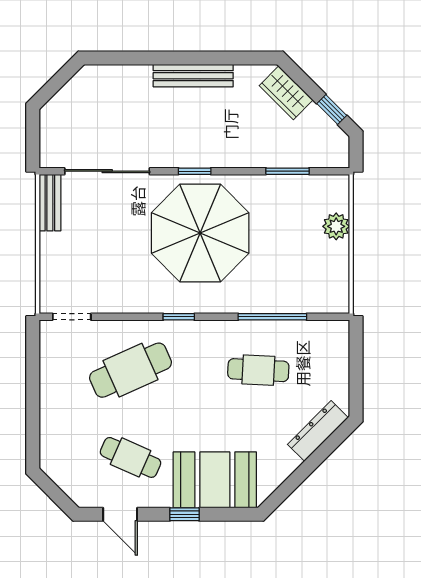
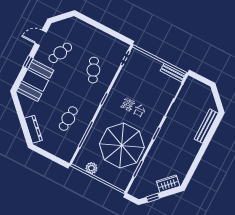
bench: (193, 76) -> (206, 126), moved
plant: (336, 226) -> (91, 168), moved
parasol: (200, 233) -> (122, 145), moved
cafe table: (130, 370) -> (93, 70), width x0.73, depth x0.74

